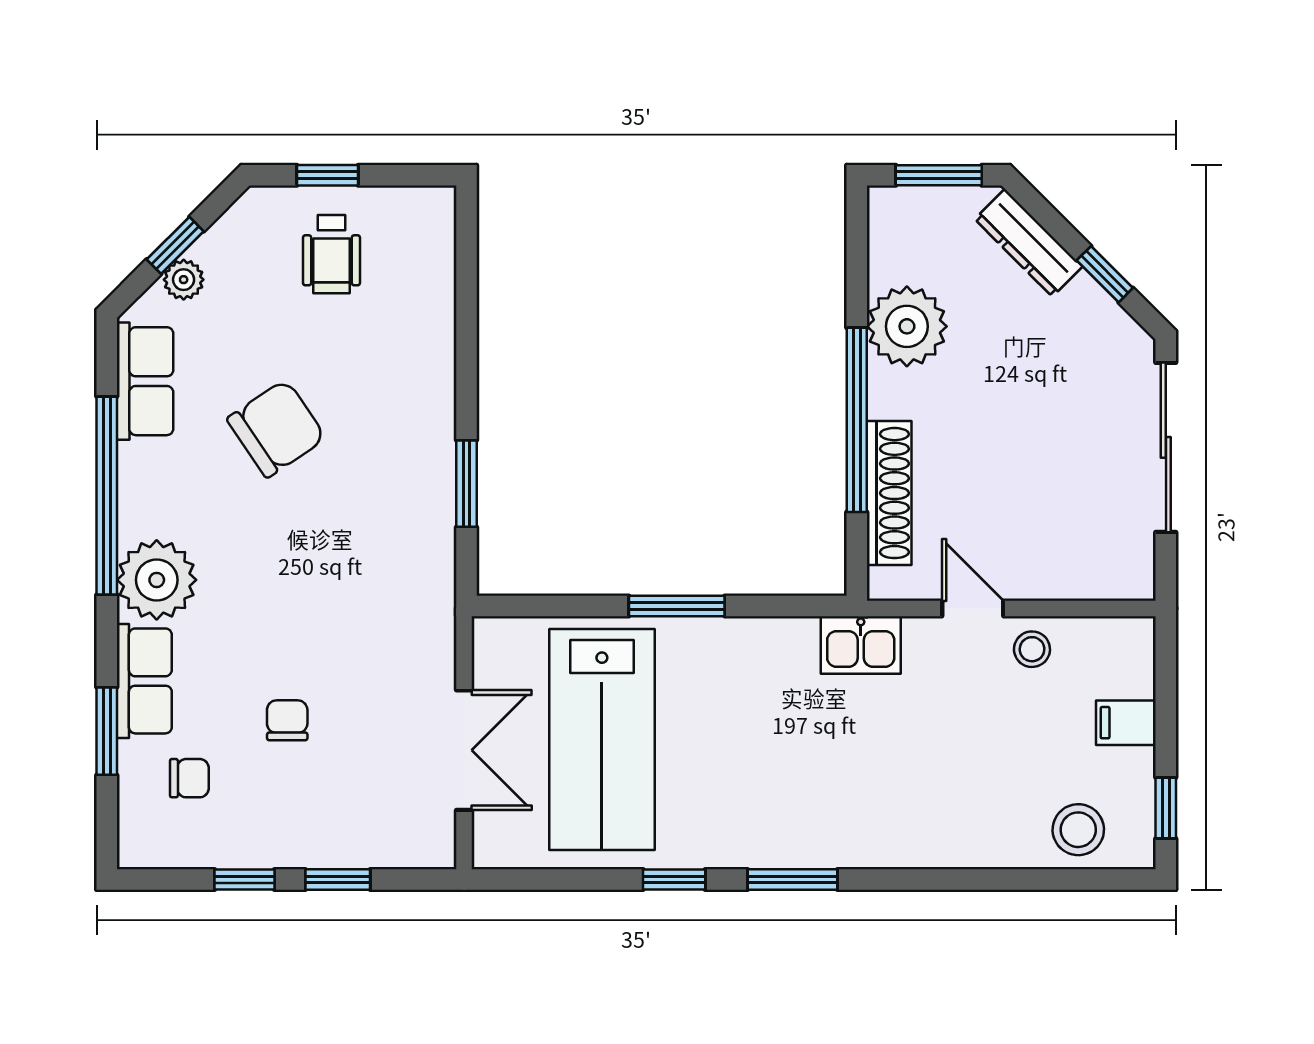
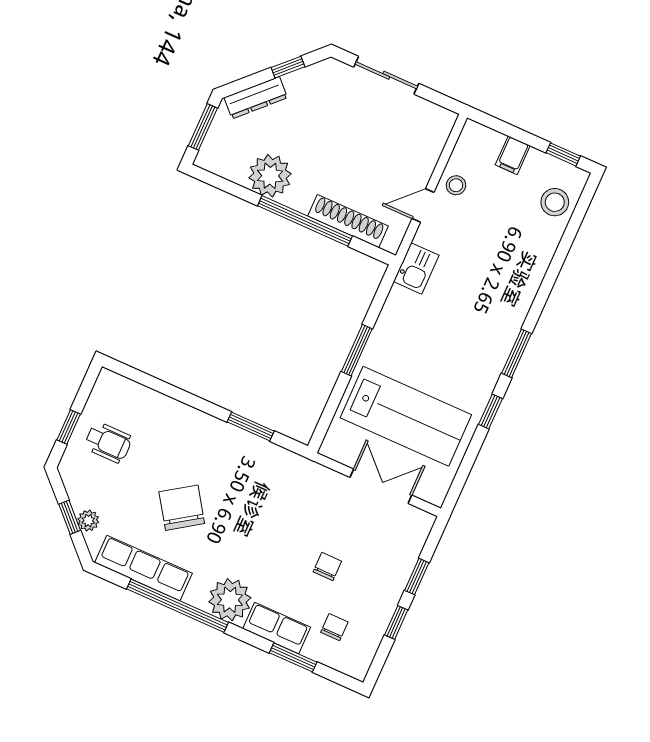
row of seats: (145, 381) -> (143, 568), width x1.48
sliding door: (1166, 447) -> (386, 75), width x0.73
chair: (287, 720) -> (327, 566), turned 90

